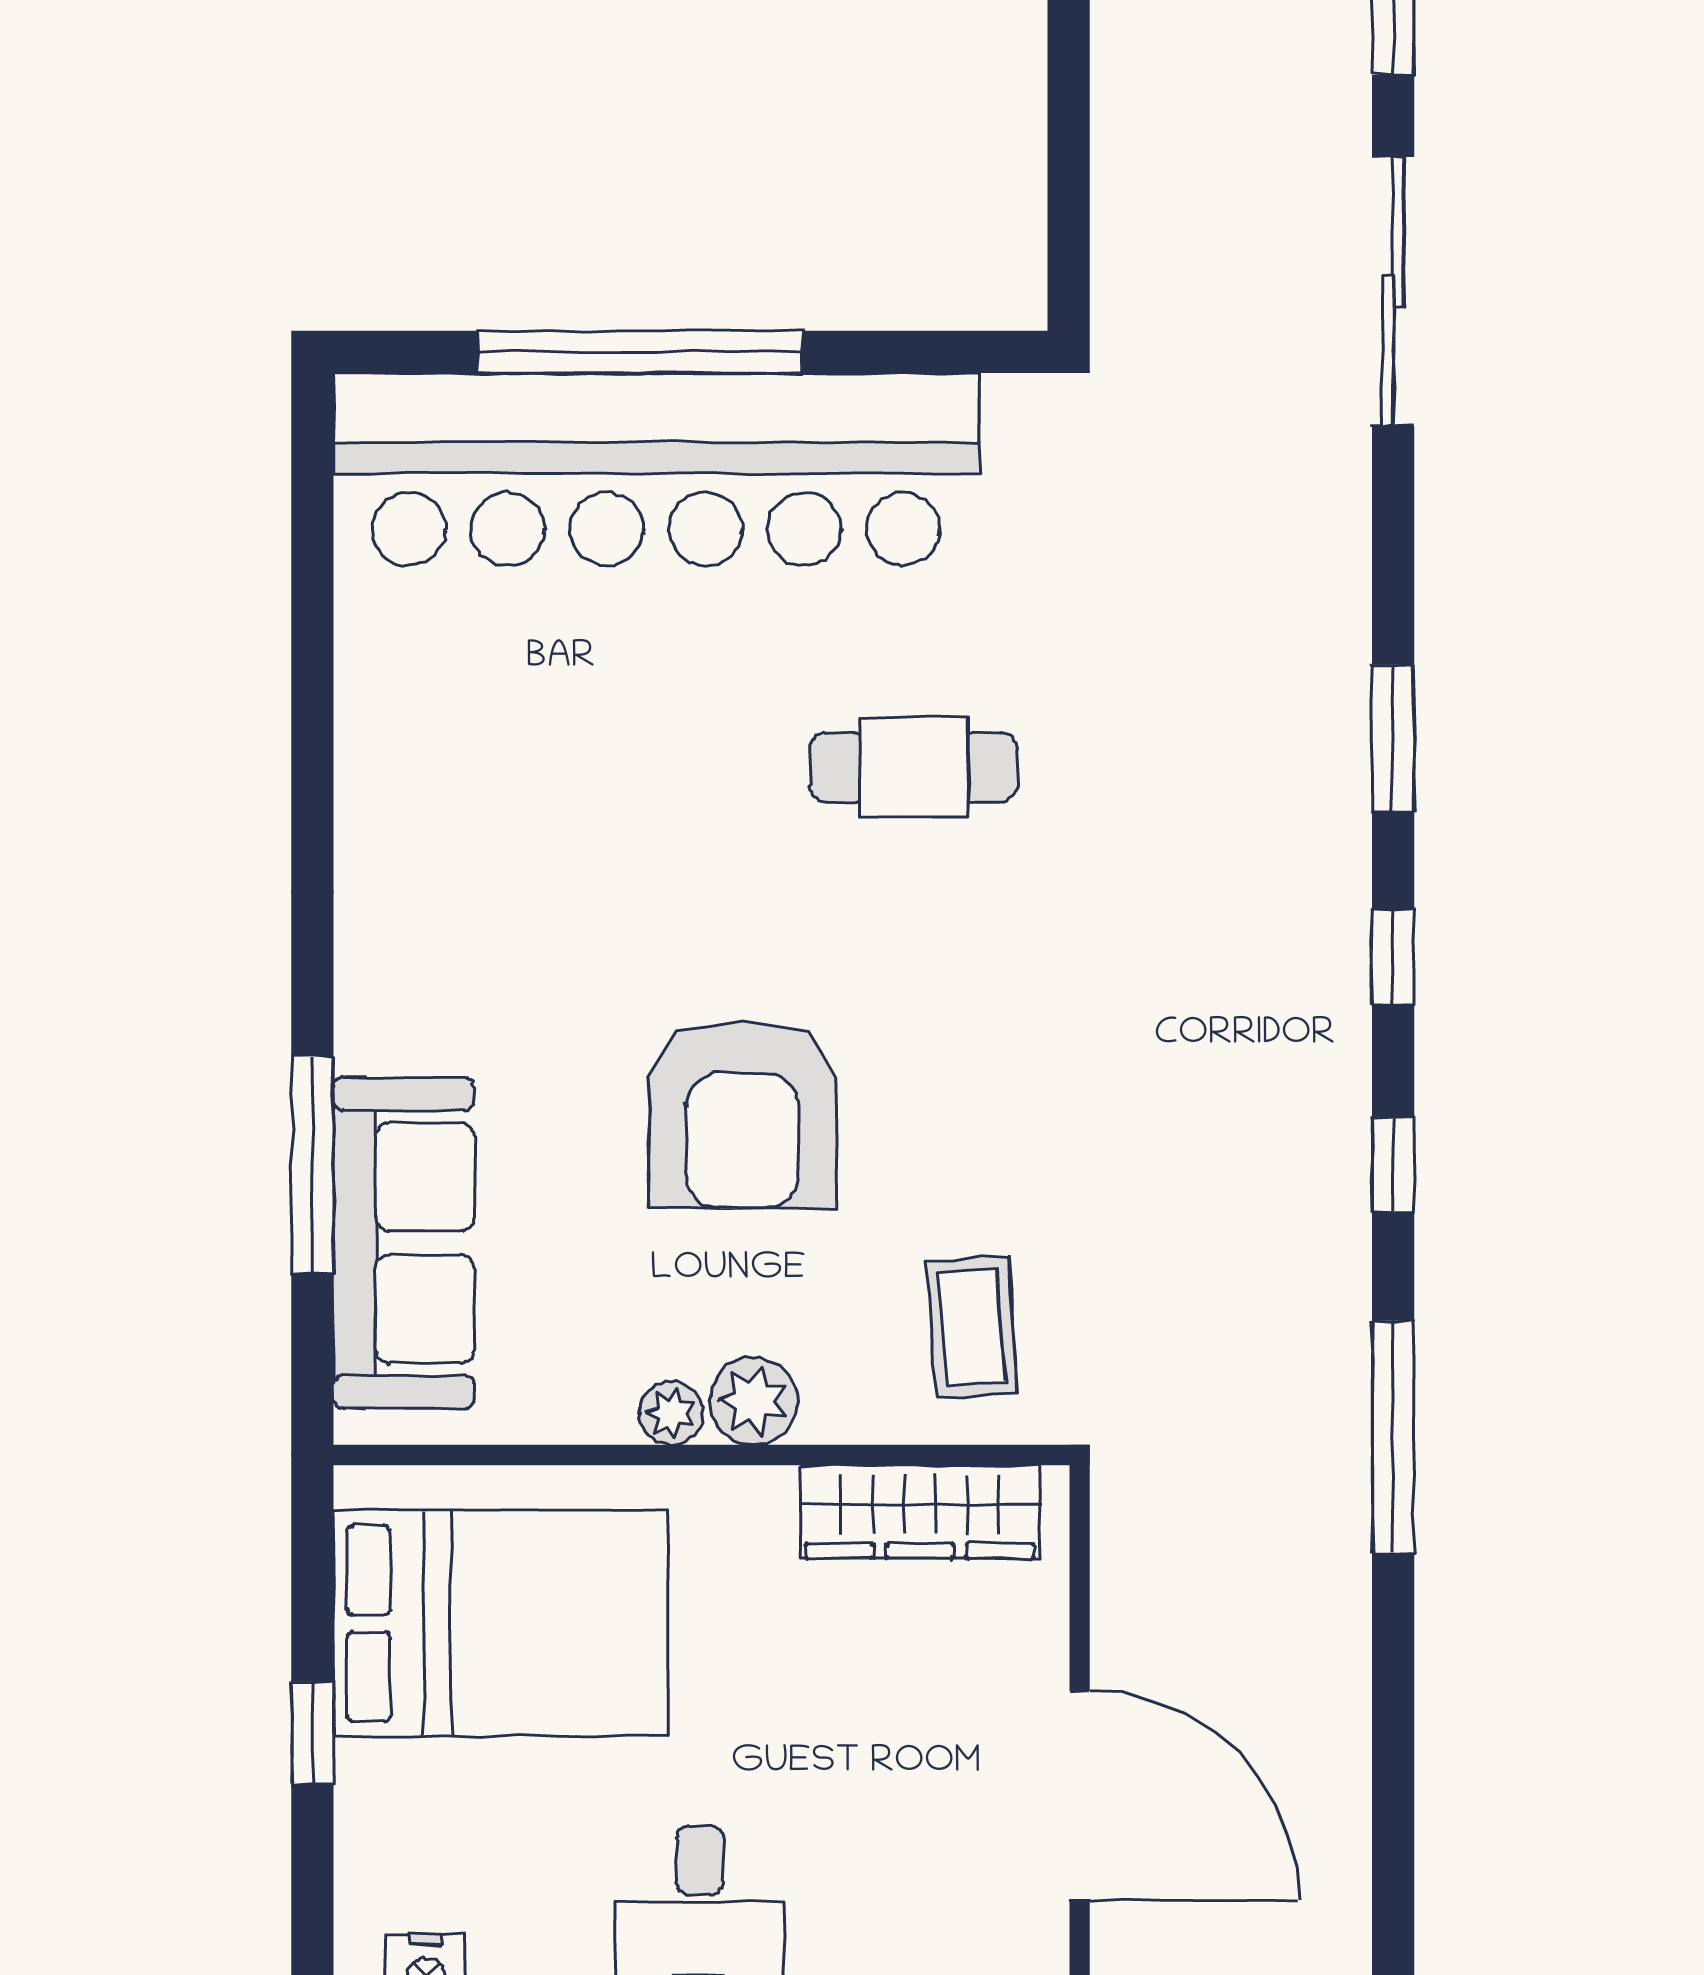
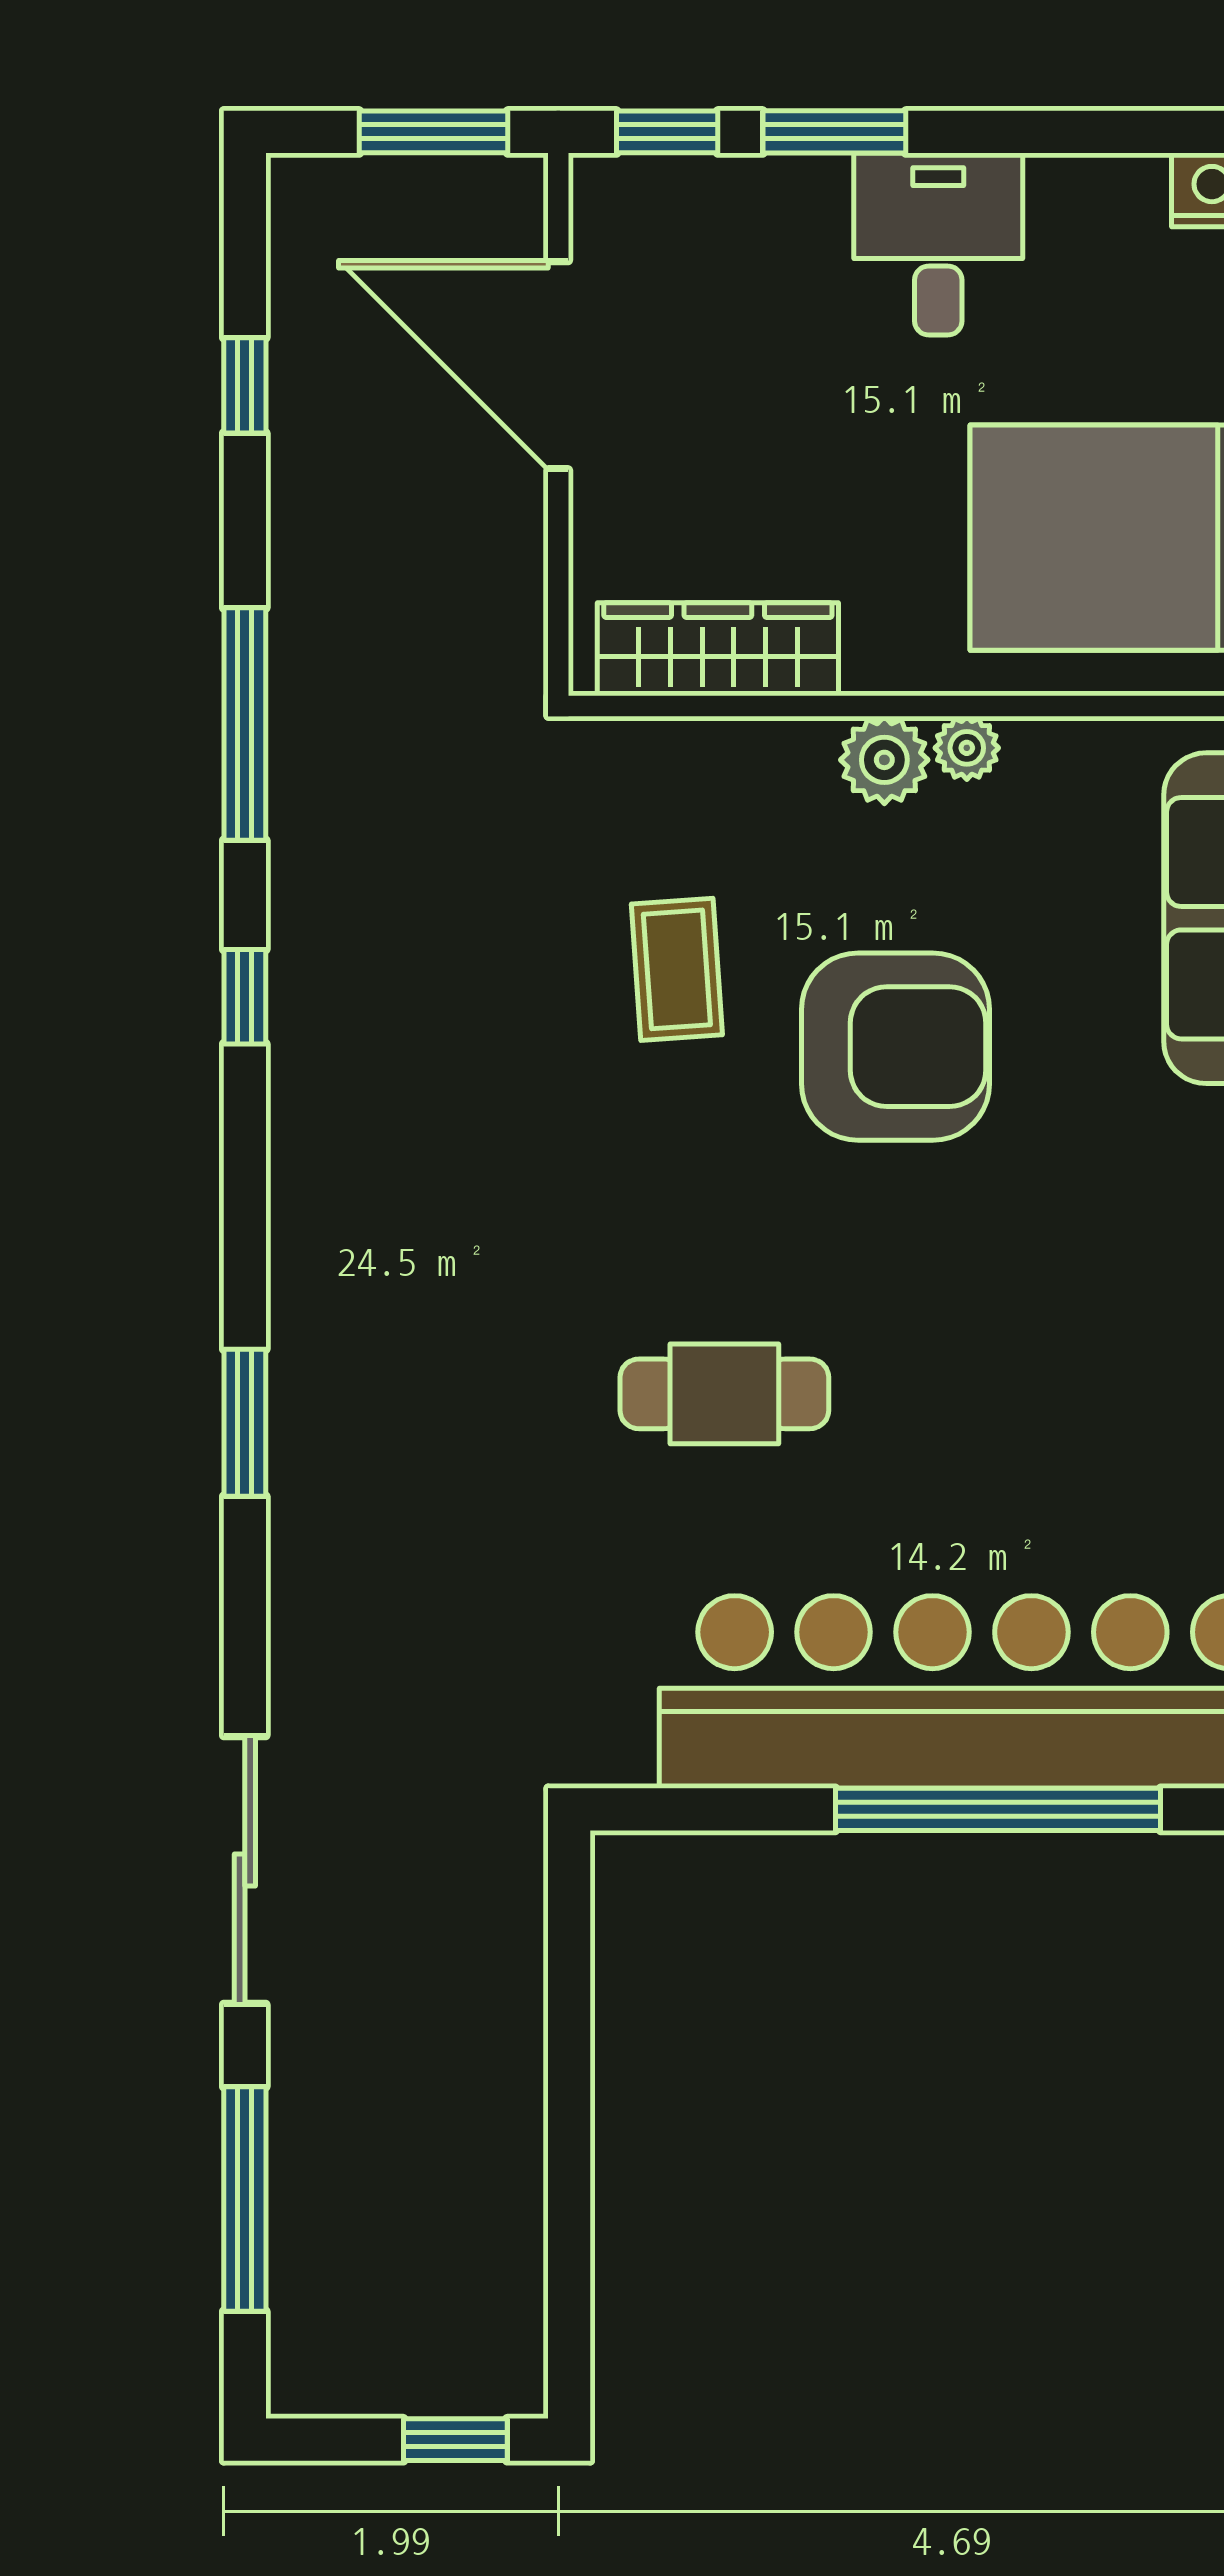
window: (1393, 957) -> (245, 385), moved
armchair: (742, 1114) -> (896, 1047), turned 90
coffee table: (972, 1327) -> (677, 969), moved

